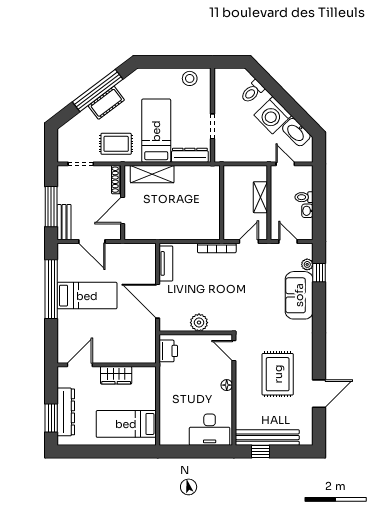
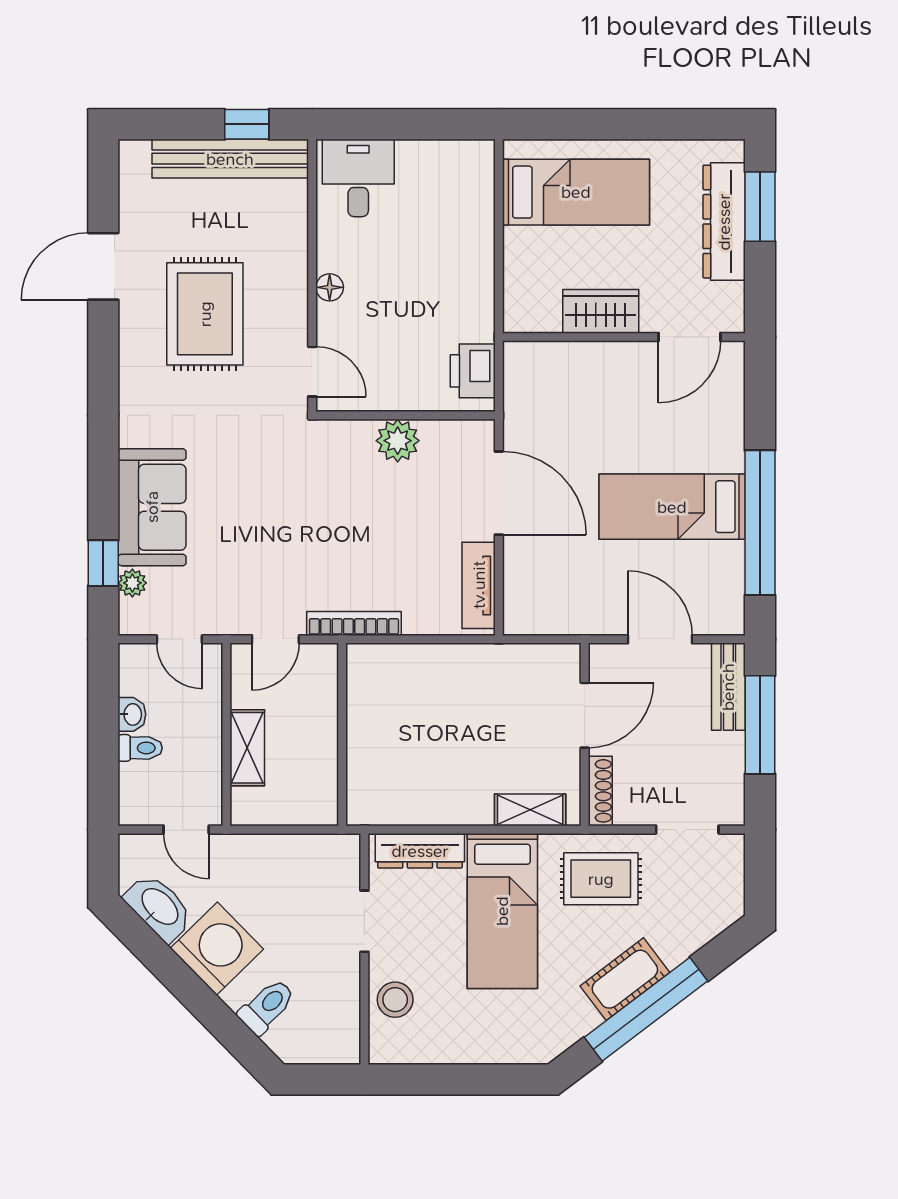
stool: (190, 78) -> (395, 1000), moved
shelving: (152, 174) -> (530, 810), width x0.67, depth x0.75
desk: (210, 430) -> (358, 178), width x0.73

